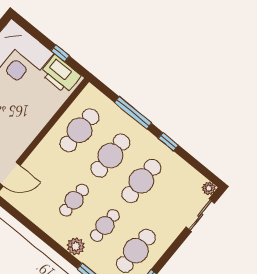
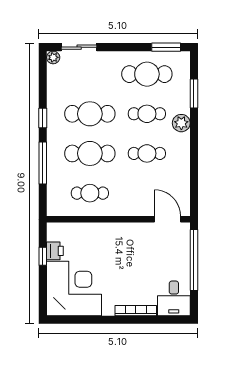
printer: (60, 74) -> (55, 251), width x0.53, depth x0.68
cafe table: (79, 130) -> (90, 193), width x0.73, depth x0.74

